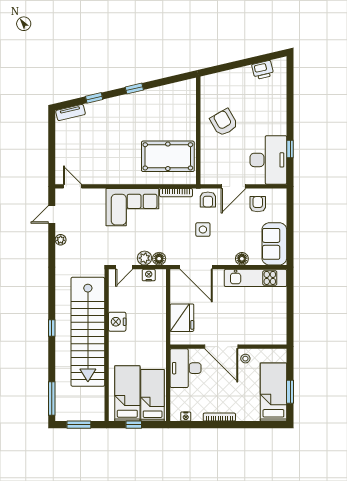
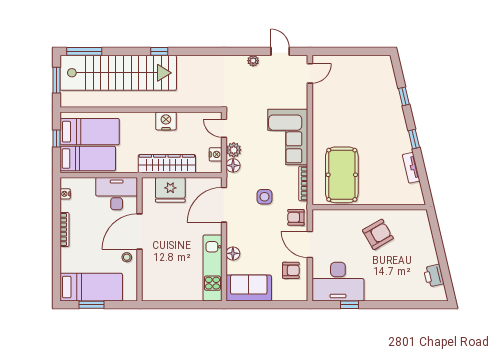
tv unit: (71, 113) -> (411, 168), moved
side table: (203, 230) -> (265, 197), moved
wardrobe: (157, 321) -> (167, 164), added
stairs: (88, 332) -> (118, 73), moved, turned 180

